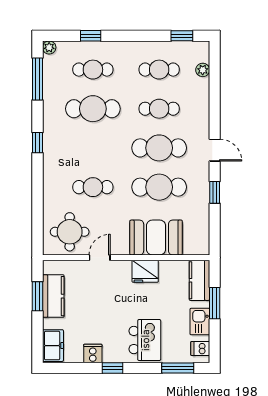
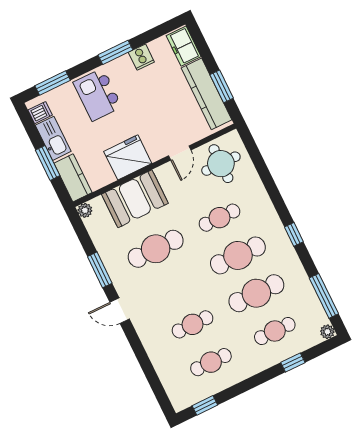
plant: (203, 70) -> (85, 210), moved
cafe table: (159, 148) -> (238, 255), moved
window: (215, 192) -> (100, 270), width x1.50
fridge: (145, 271) -> (128, 157), width x1.36, depth x1.34
kitchen counter: (53, 296) -> (207, 94), width x1.50
kitchen sink: (200, 322) -> (53, 138), width x1.38
window: (113, 368) -> (115, 52), width x1.50

